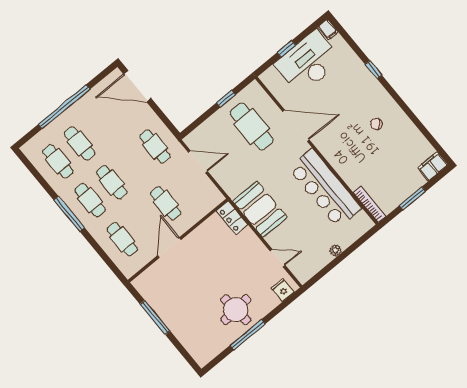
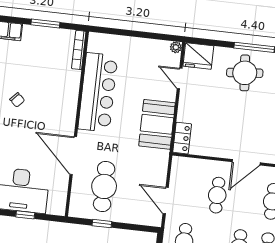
plant: (335, 250) -> (176, 47), moved
fridge: (283, 290) -> (198, 56), width x1.88, depth x1.34

